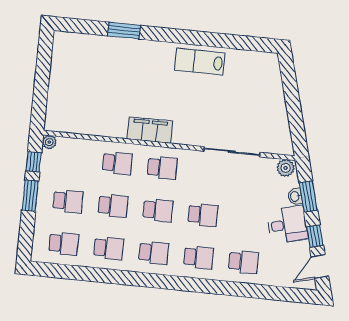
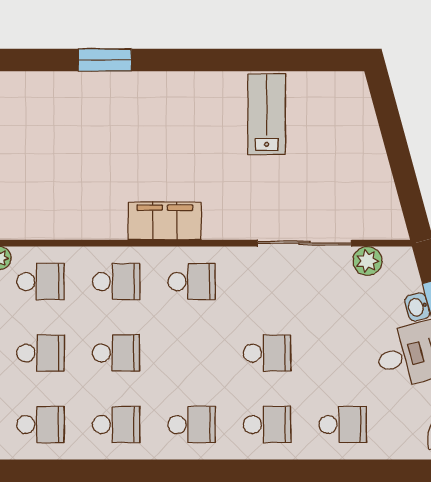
lab bench: (200, 62) -> (267, 114), moved, turned 90
plant: (286, 168) -> (367, 261), moved
school desk: (158, 210) -> (41, 282), moved

